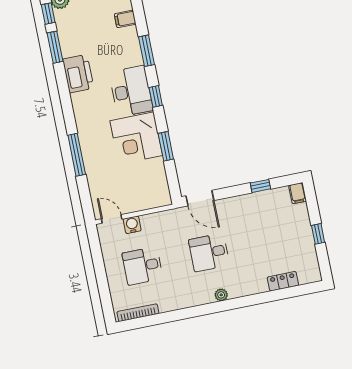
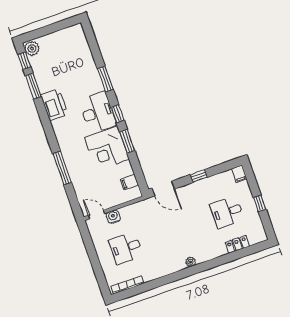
filing cabinet: (125, 19) -> (129, 182), moved
window: (166, 146) -> (127, 141), moved
window: (260, 186) -> (199, 176), moved
desk: (209, 252) -> (227, 212), moved

